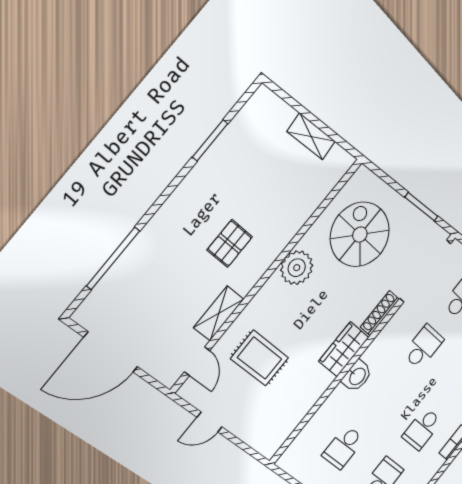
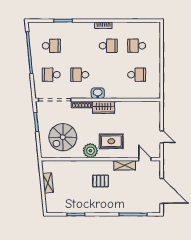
rug: (260, 358) -> (111, 141), moved, turned 90
door: (197, 361) -> (145, 159), hinge flipped
washbasin: (357, 376) -> (98, 93), moved

